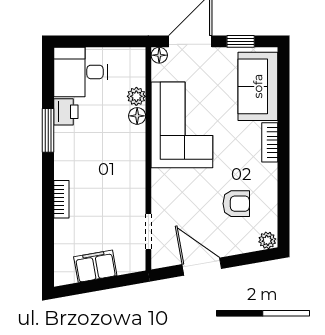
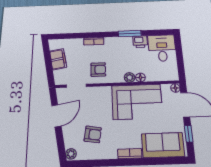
plant: (136, 96) -> (130, 77), moved
armchair: (119, 192) -> (98, 70), added
armchair: (236, 204) -> (93, 134), turned -81

